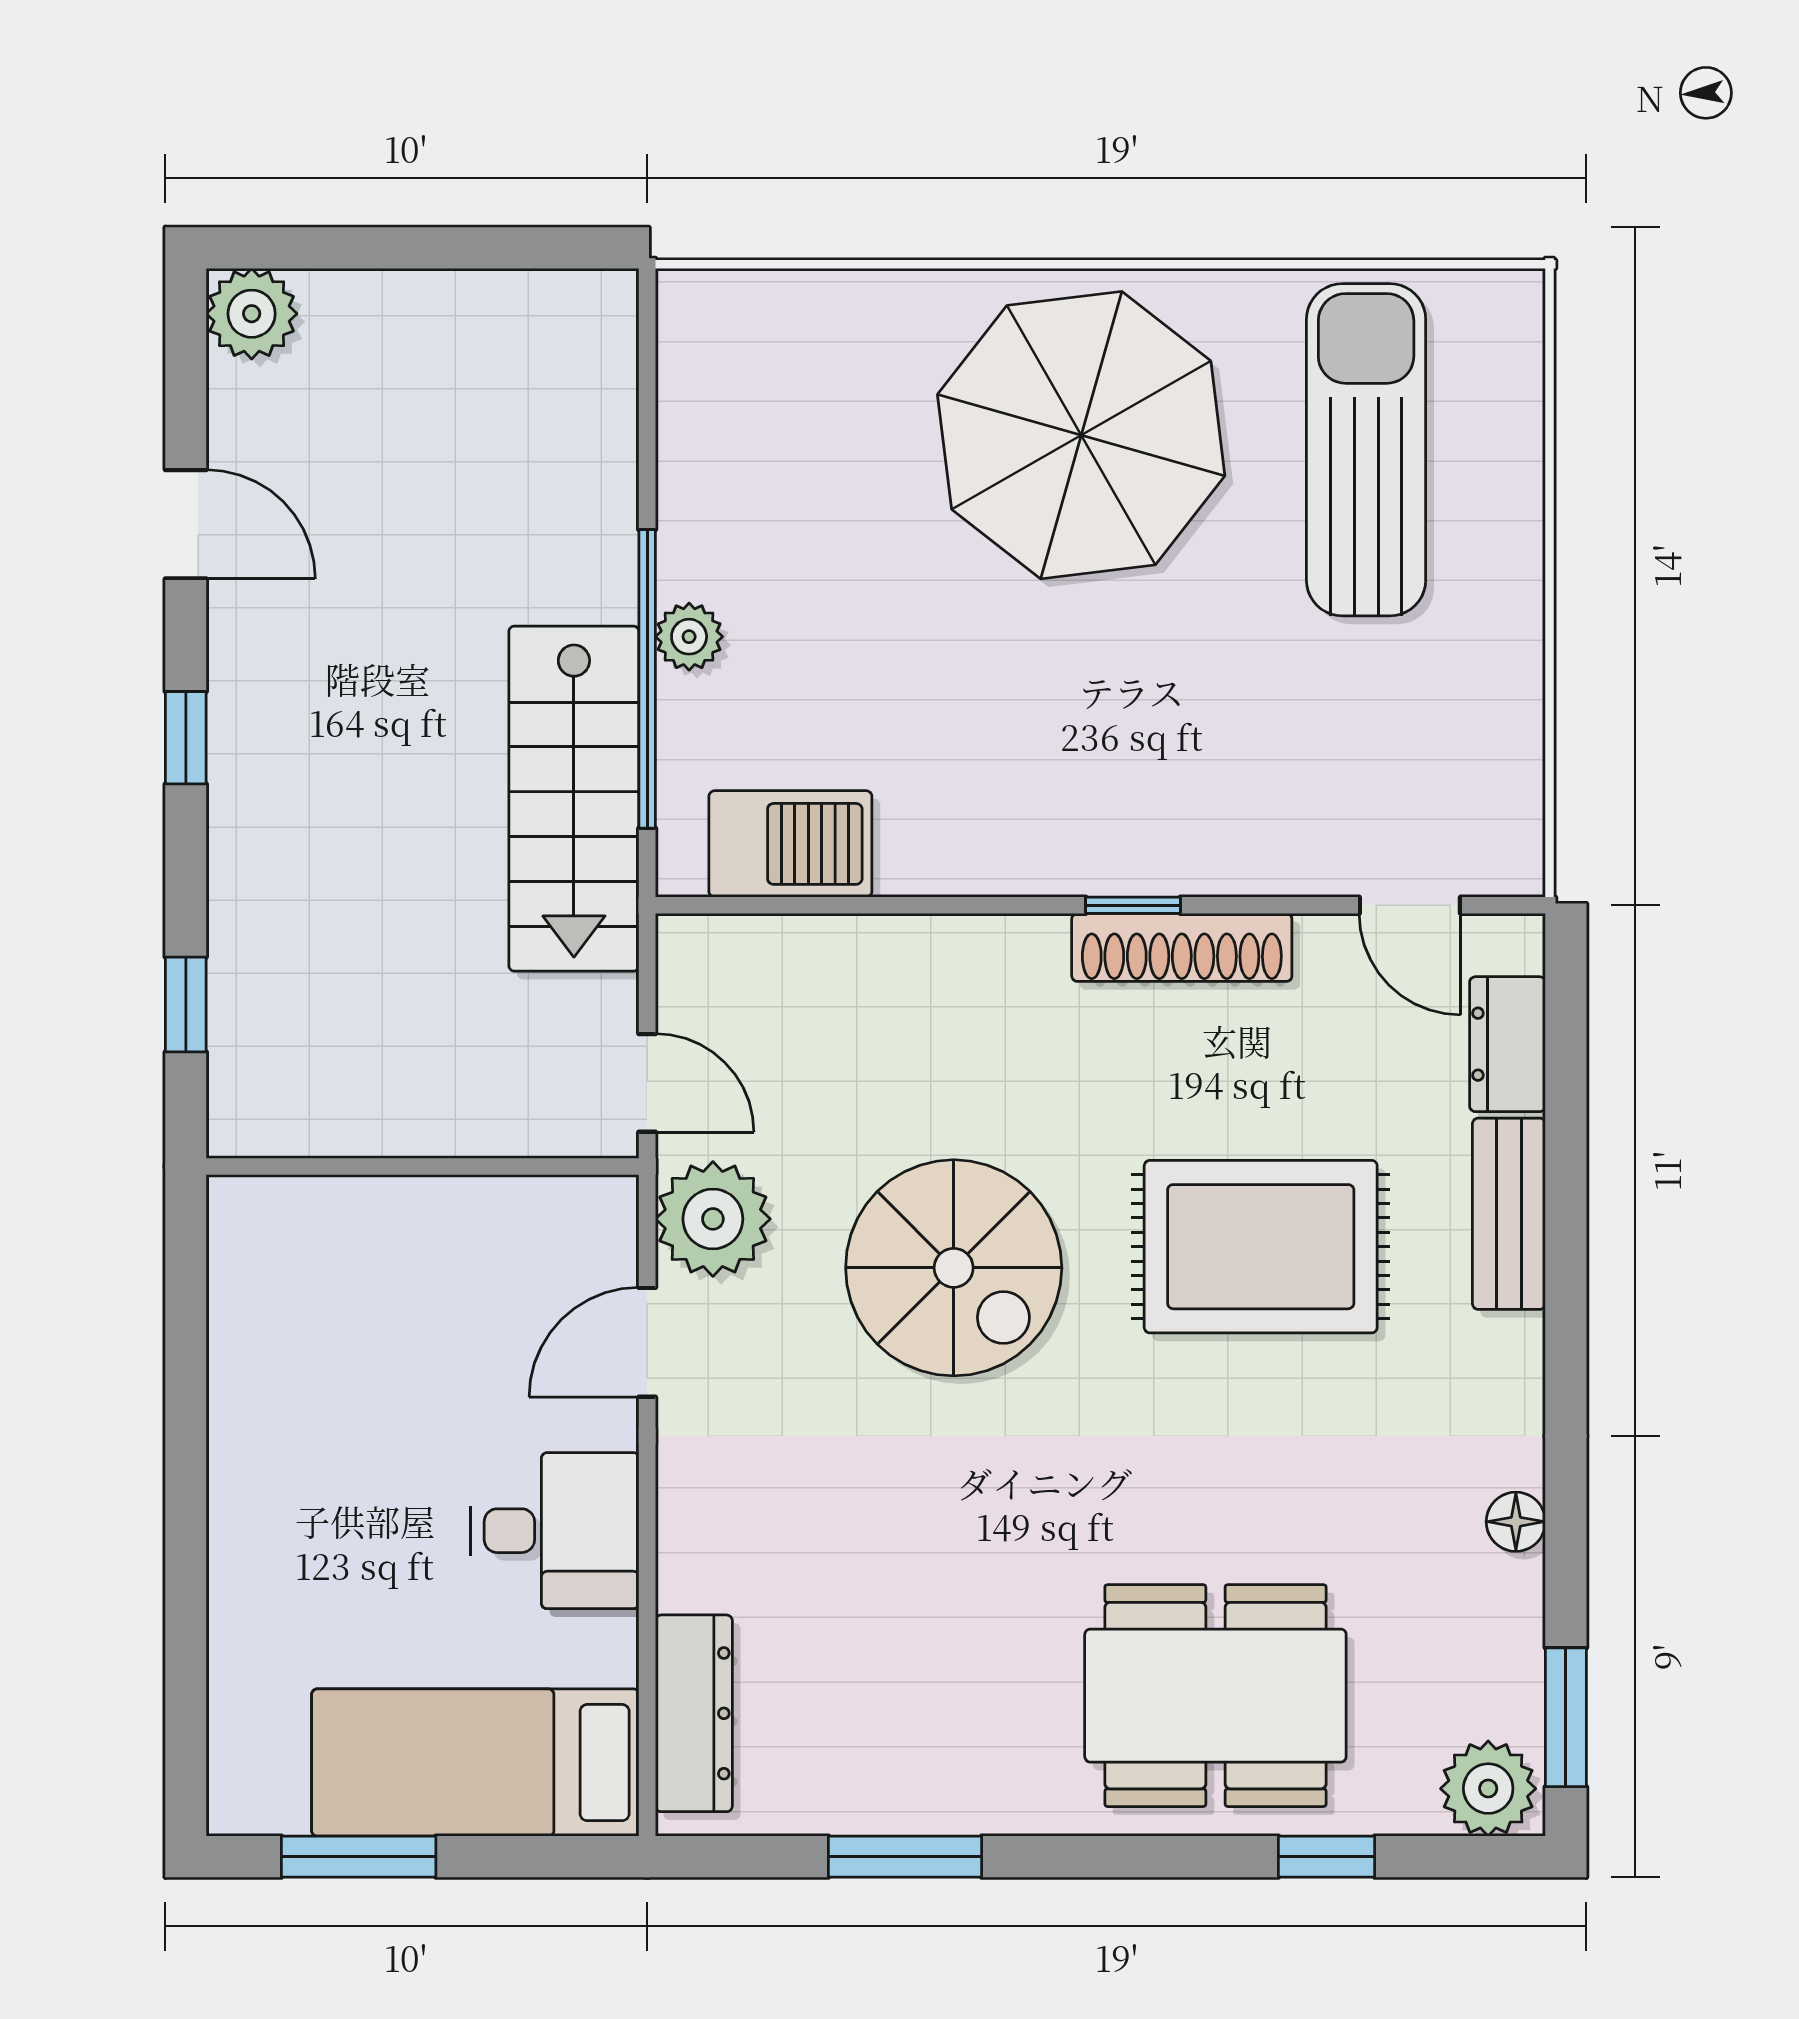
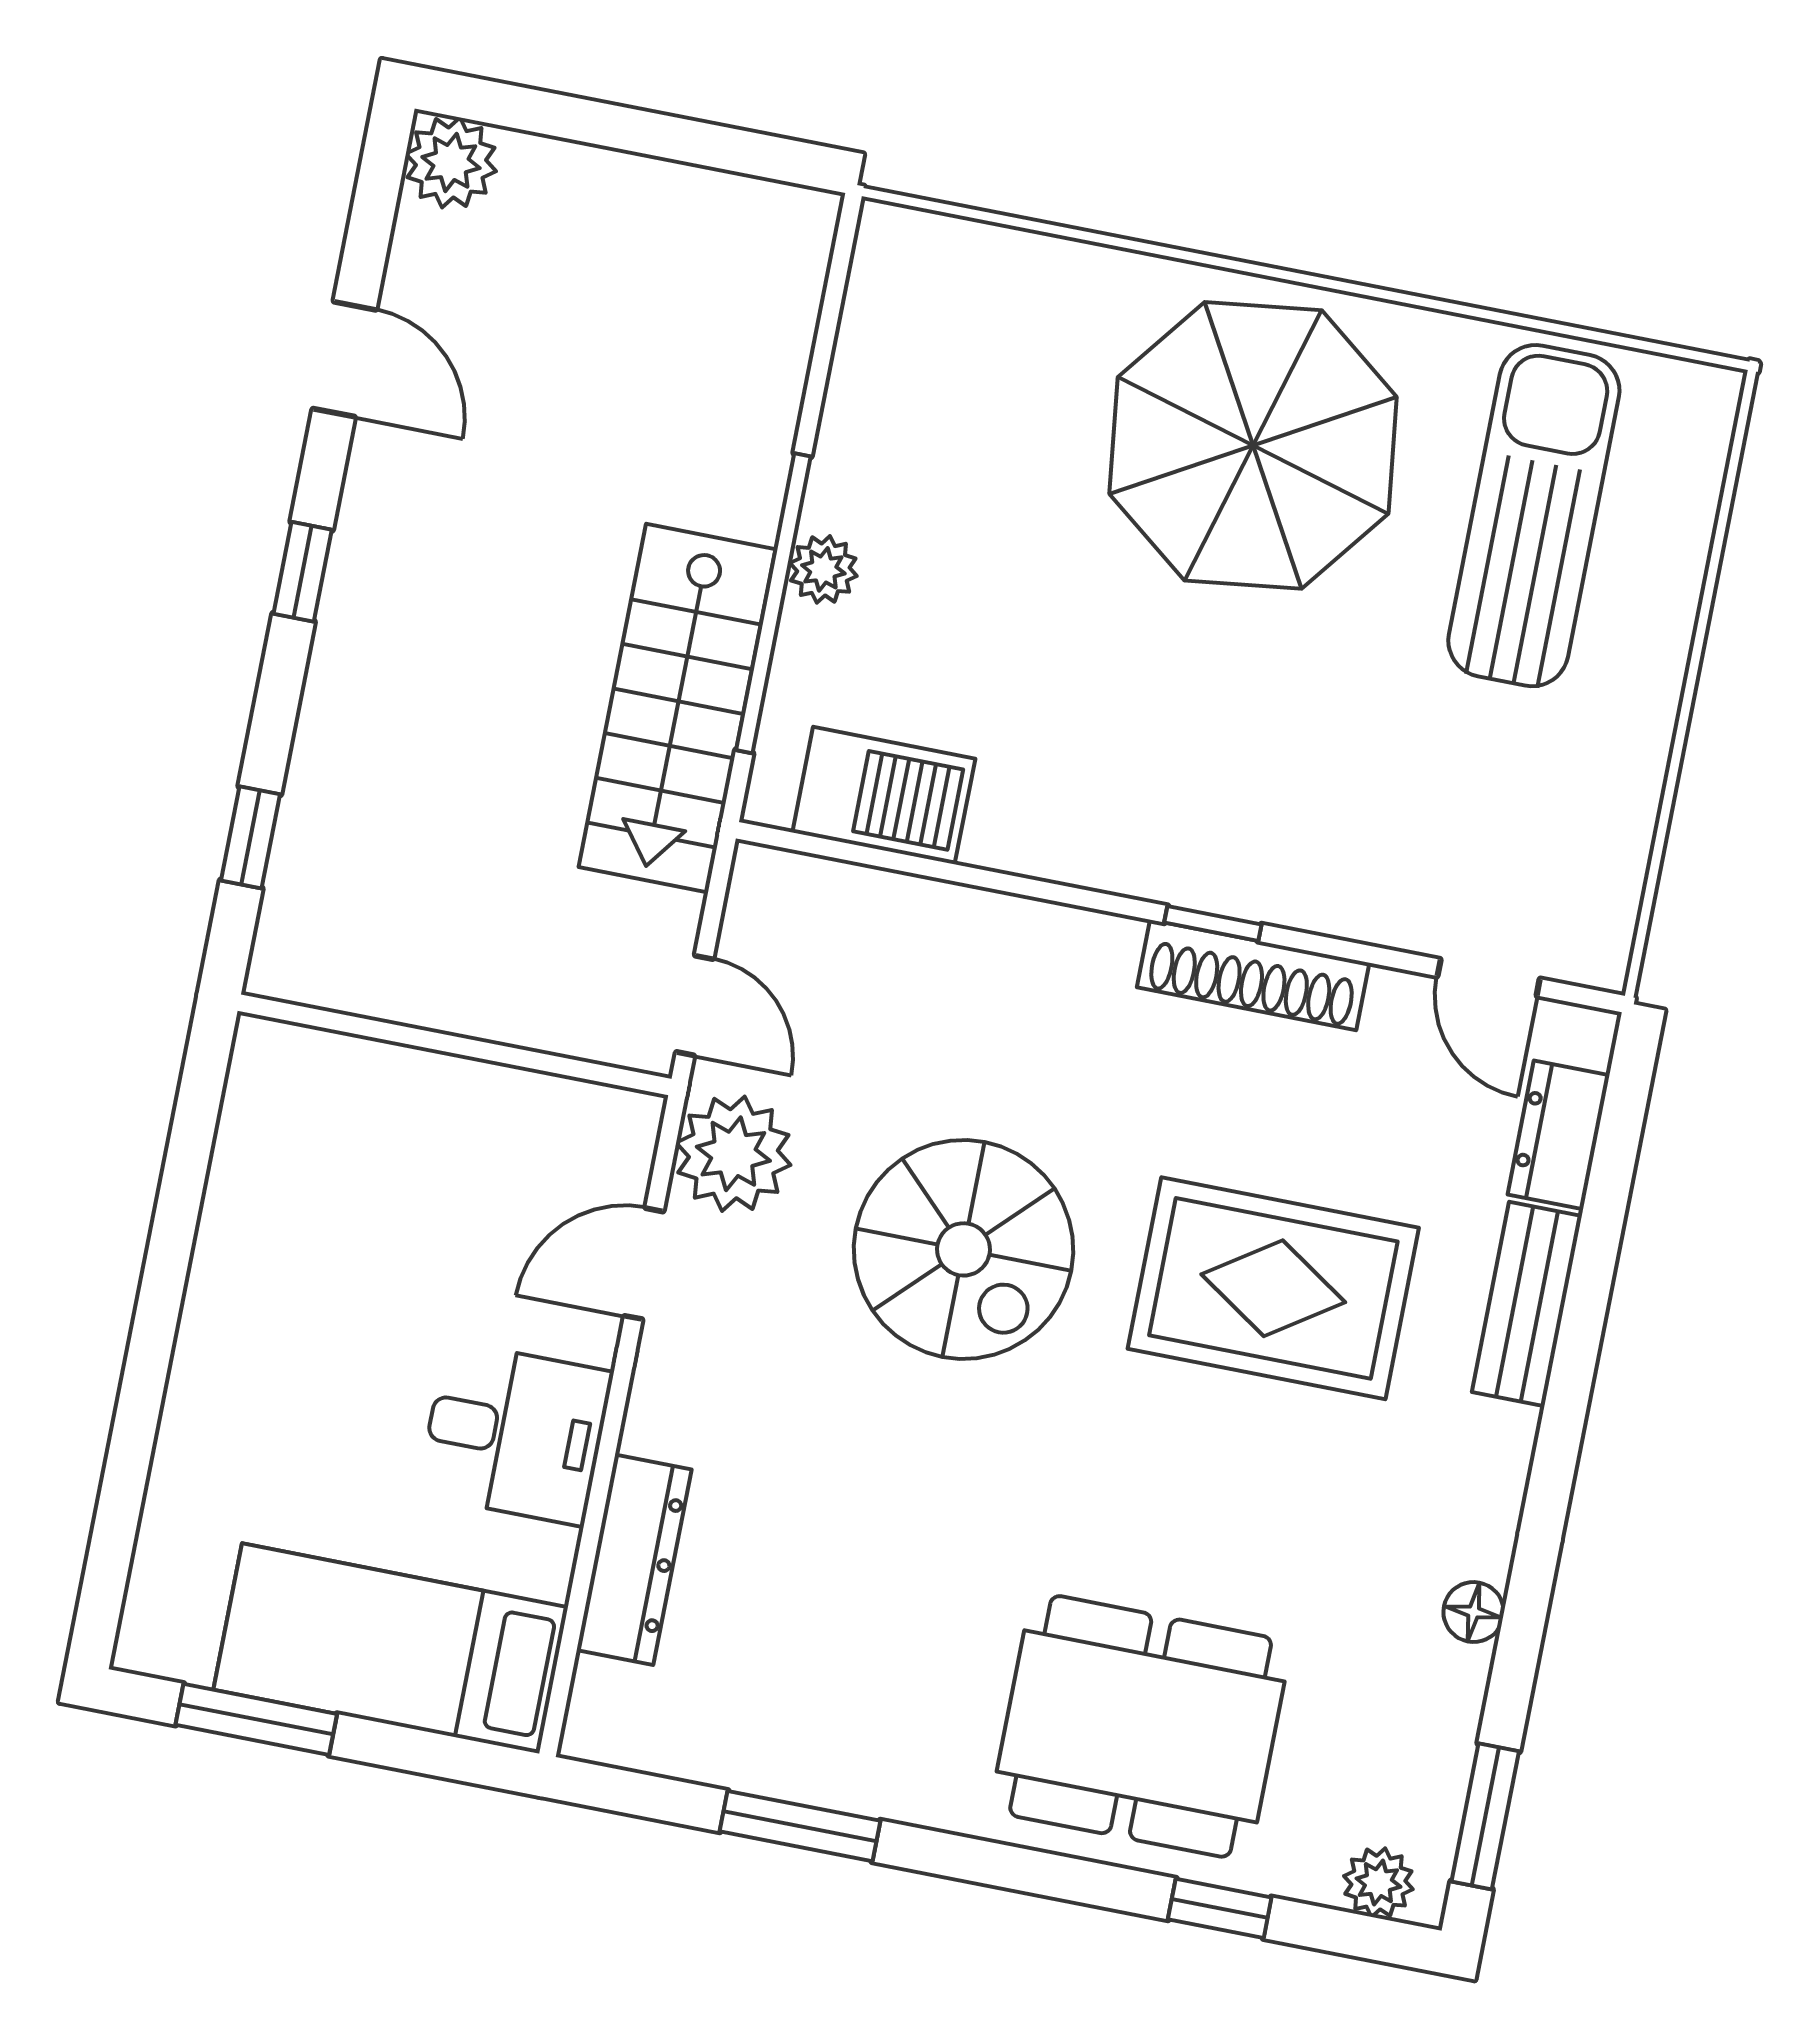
dresser: (694, 1713) -> (634, 1560), moved
plant: (1488, 1789) -> (1378, 1883), width x0.73, depth x0.73

